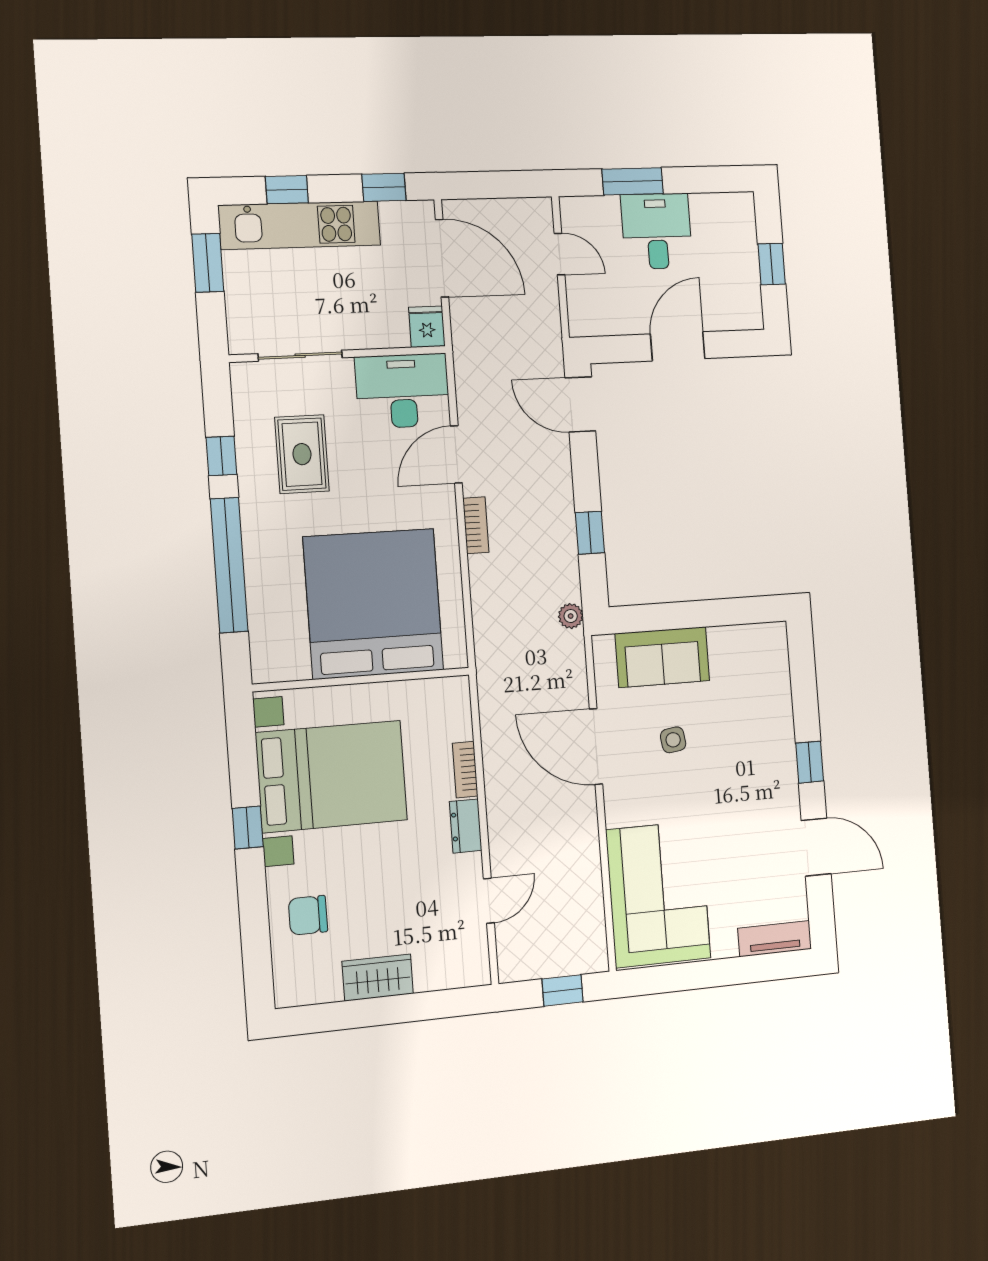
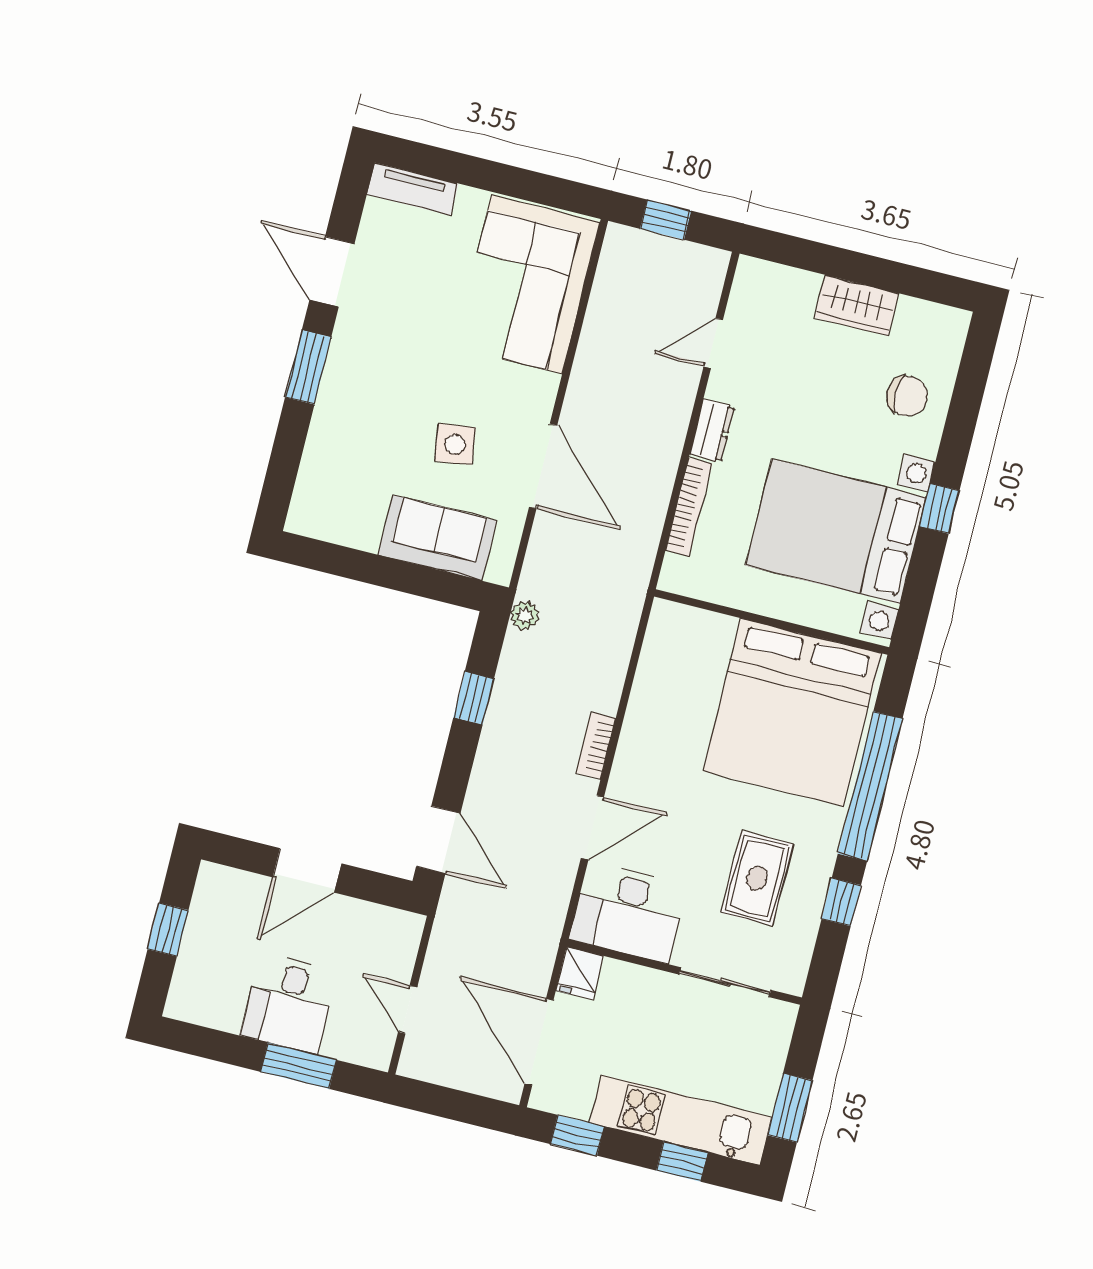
bed: (373, 604) -> (792, 712), moved
side table: (673, 740) -> (455, 444), width x1.37, depth x1.37
window: (810, 762) -> (308, 367), width x1.50
bookcase: (465, 770) -> (689, 507), width x1.56

